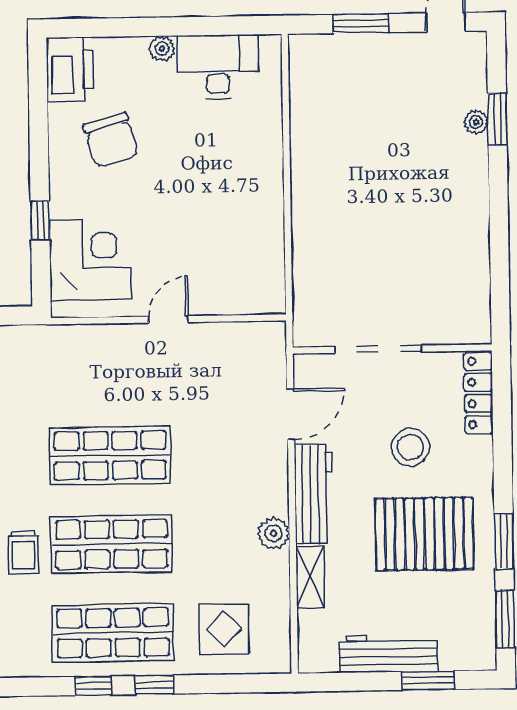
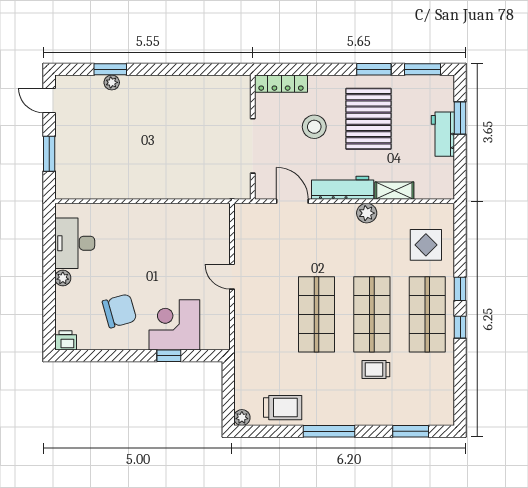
printer: (70, 69) -> (66, 340), width x0.53, depth x0.68
corner desk: (90, 259) -> (174, 325), moved
trolley: (23, 552) -> (376, 370), turned 180
workbench: (388, 654) -> (443, 134), width x0.73

